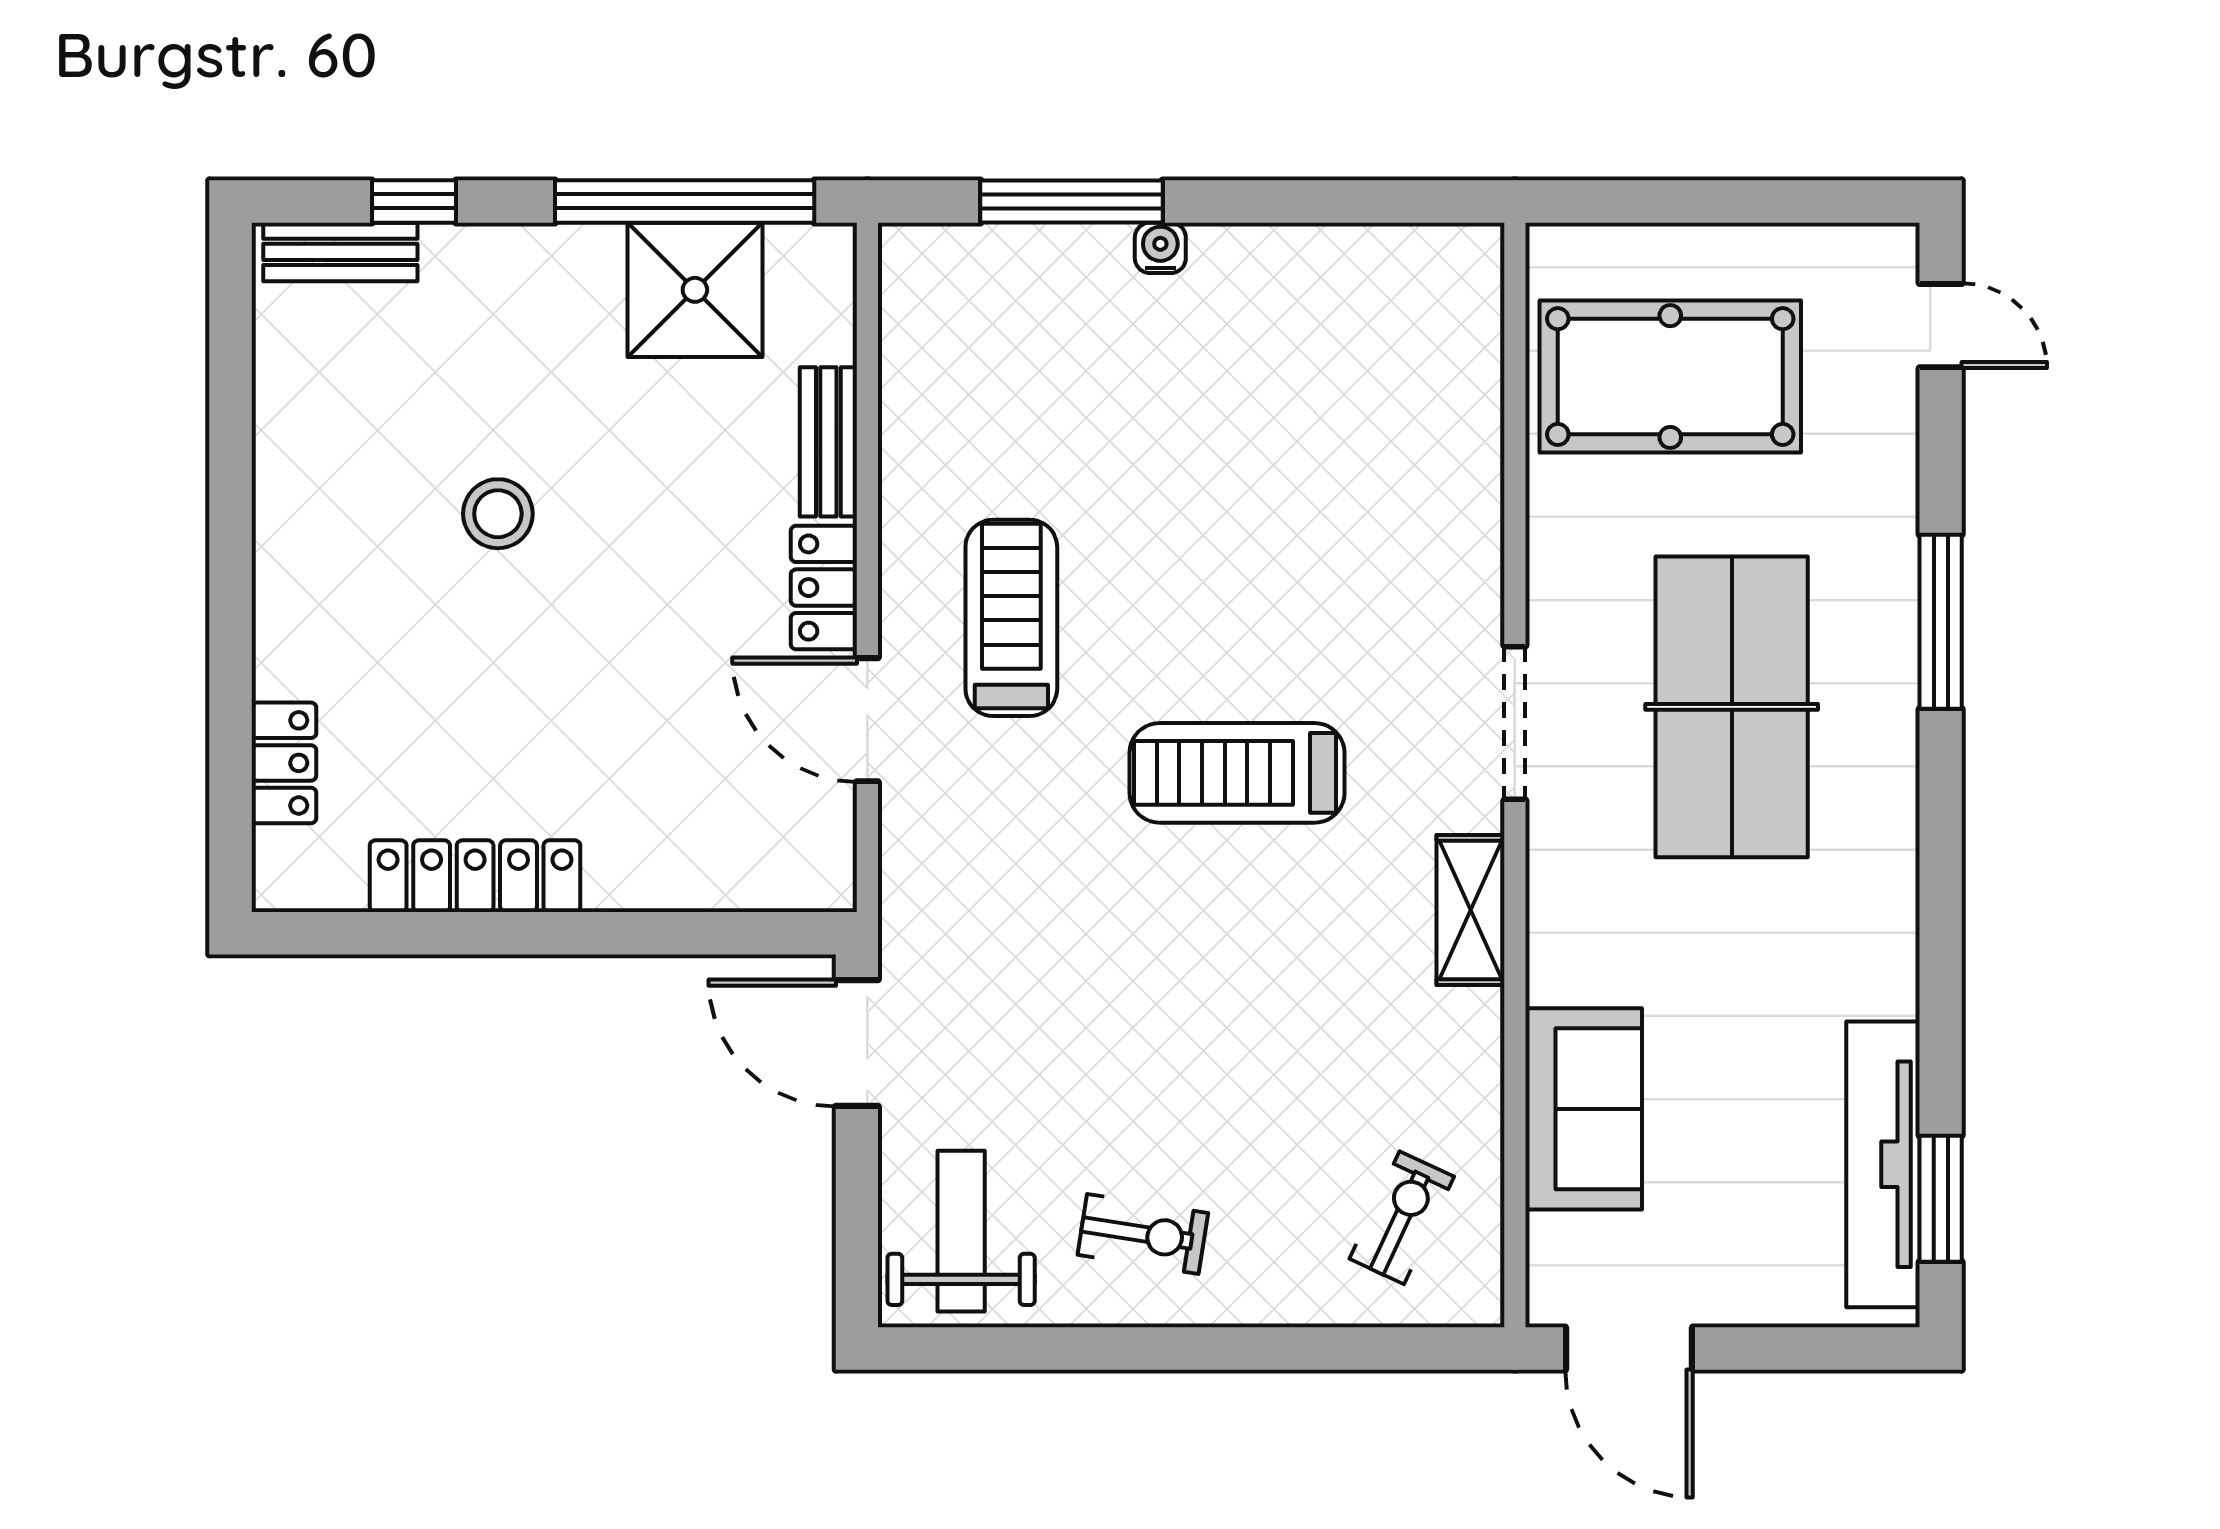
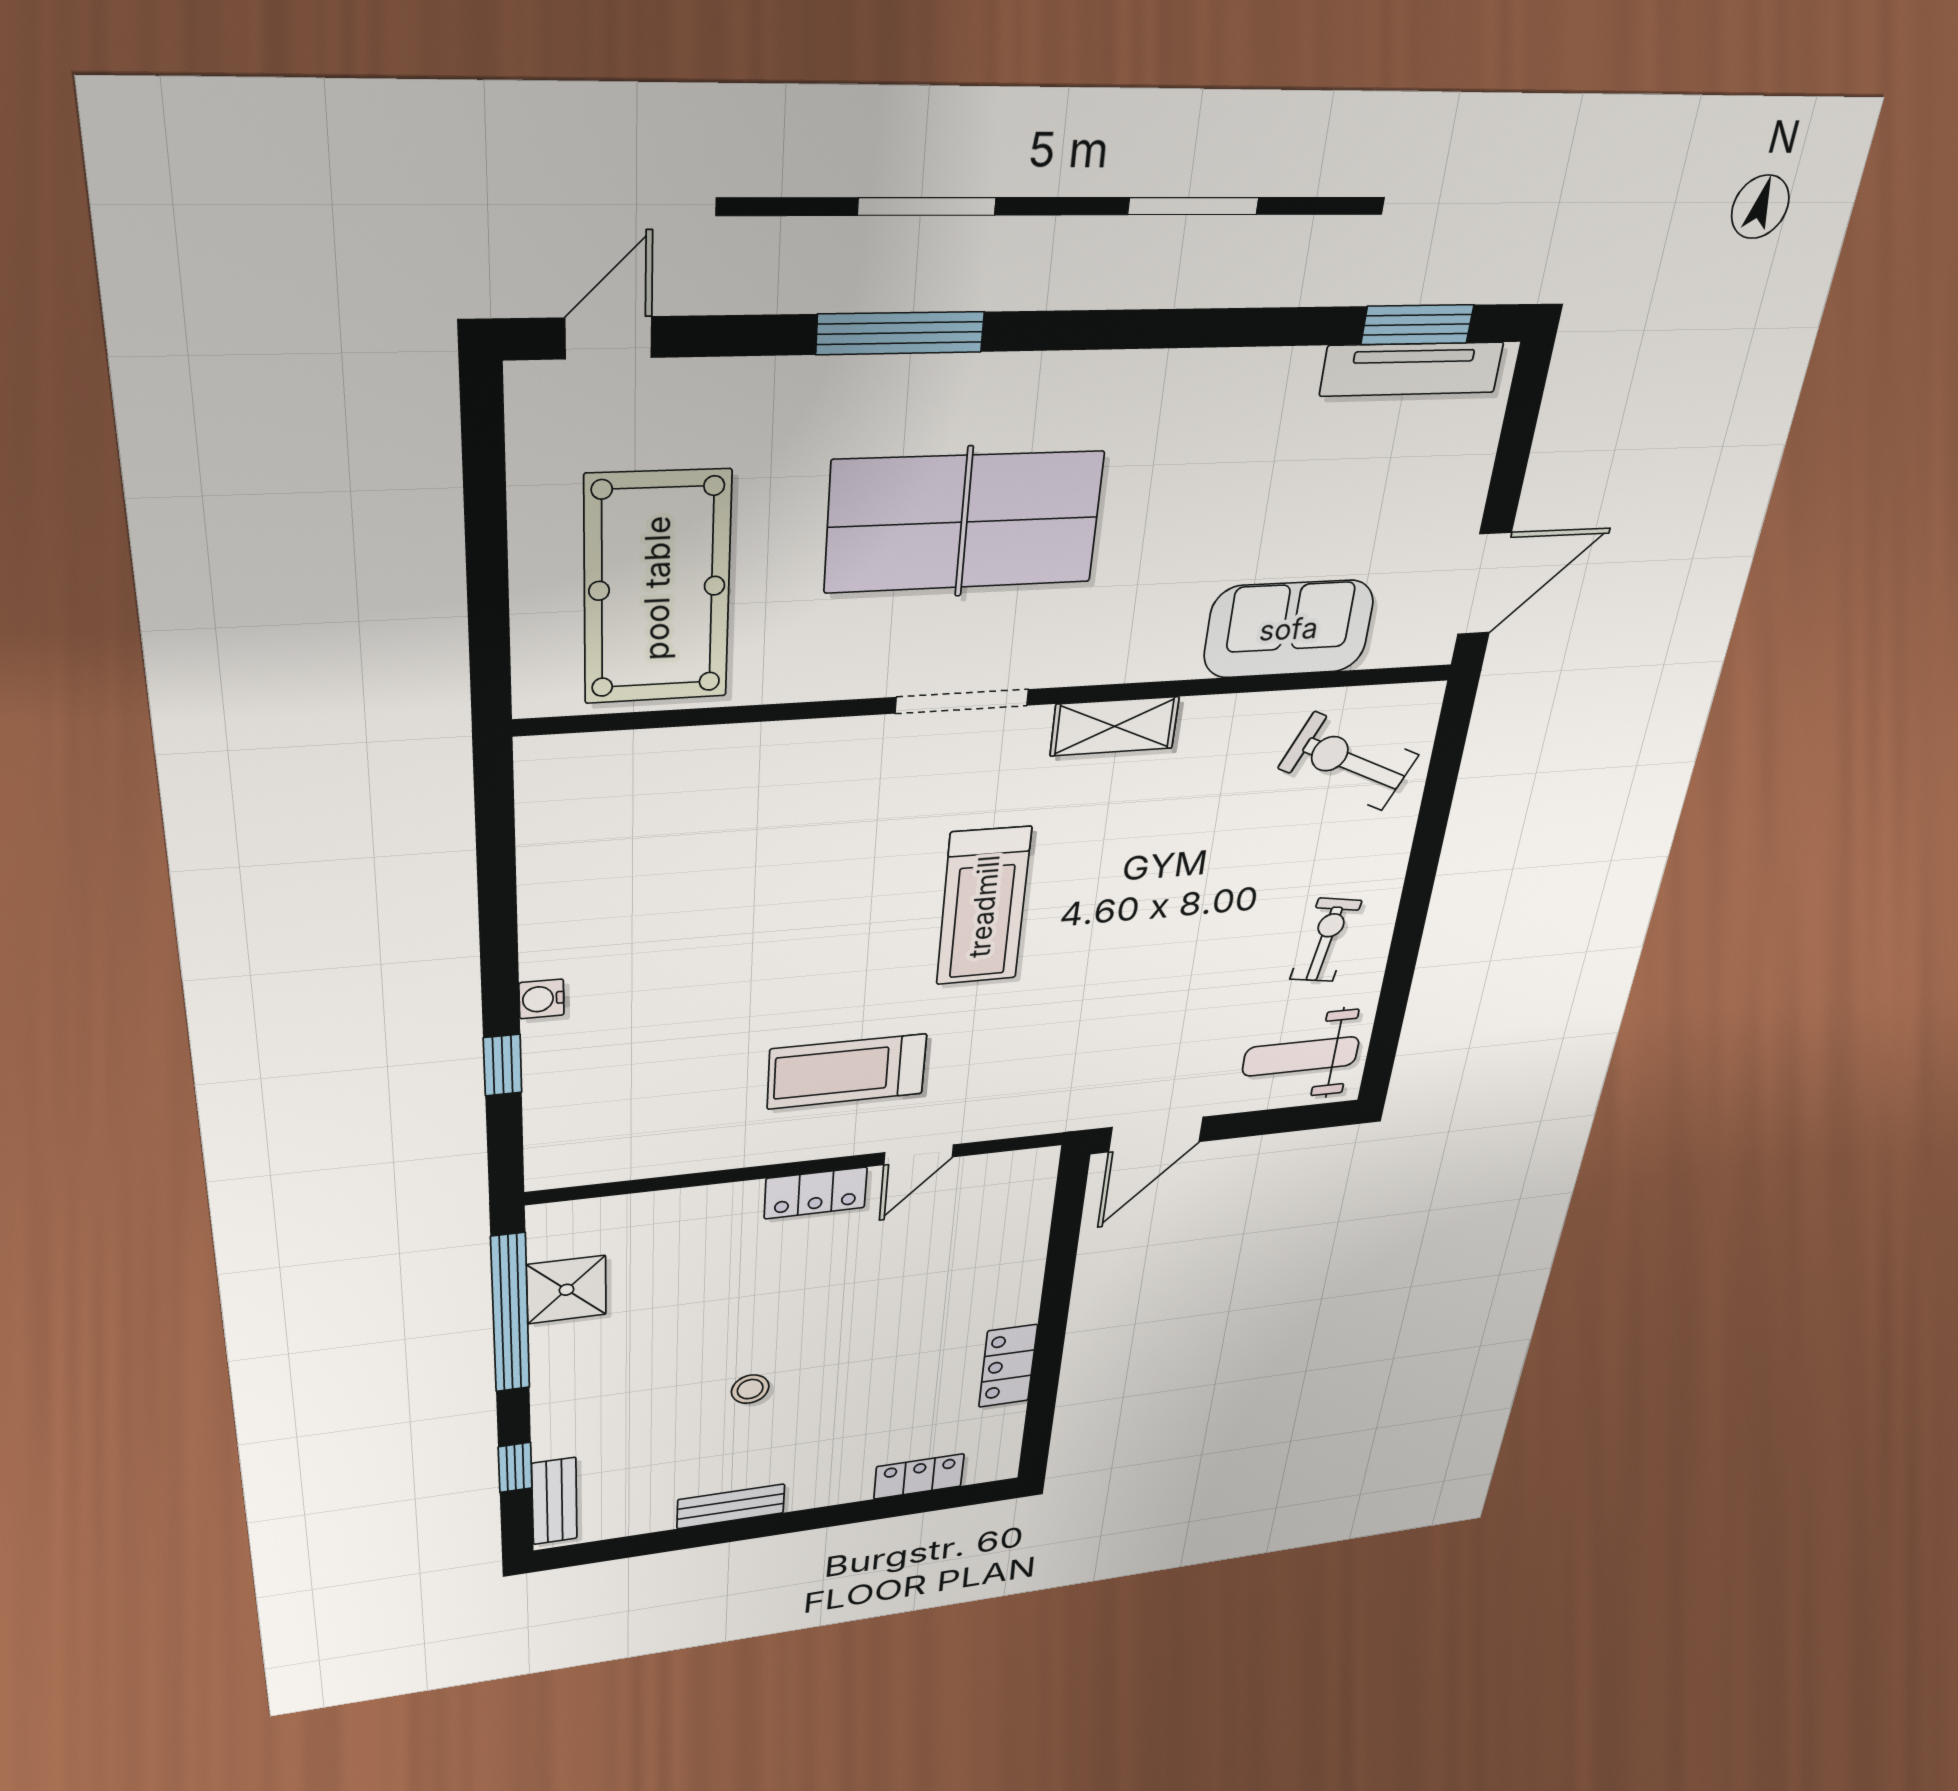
window: (1071, 201) -> (503, 1065), width x0.46
shower: (695, 290) -> (566, 1290), width x0.73, depth x0.73
bench: (828, 442) -> (731, 1506), moved
stool: (498, 514) -> (750, 1389), width x0.73, depth x0.73
door: (867, 720) -> (919, 1155), width x0.73
locker: (475, 876) -> (1008, 1366), width x0.66
tv unit: (1883, 1164) -> (1412, 369), width x0.73, depth x0.78
exercise bike: (1402, 1218) -> (1349, 762), width x1.38, depth x1.39

